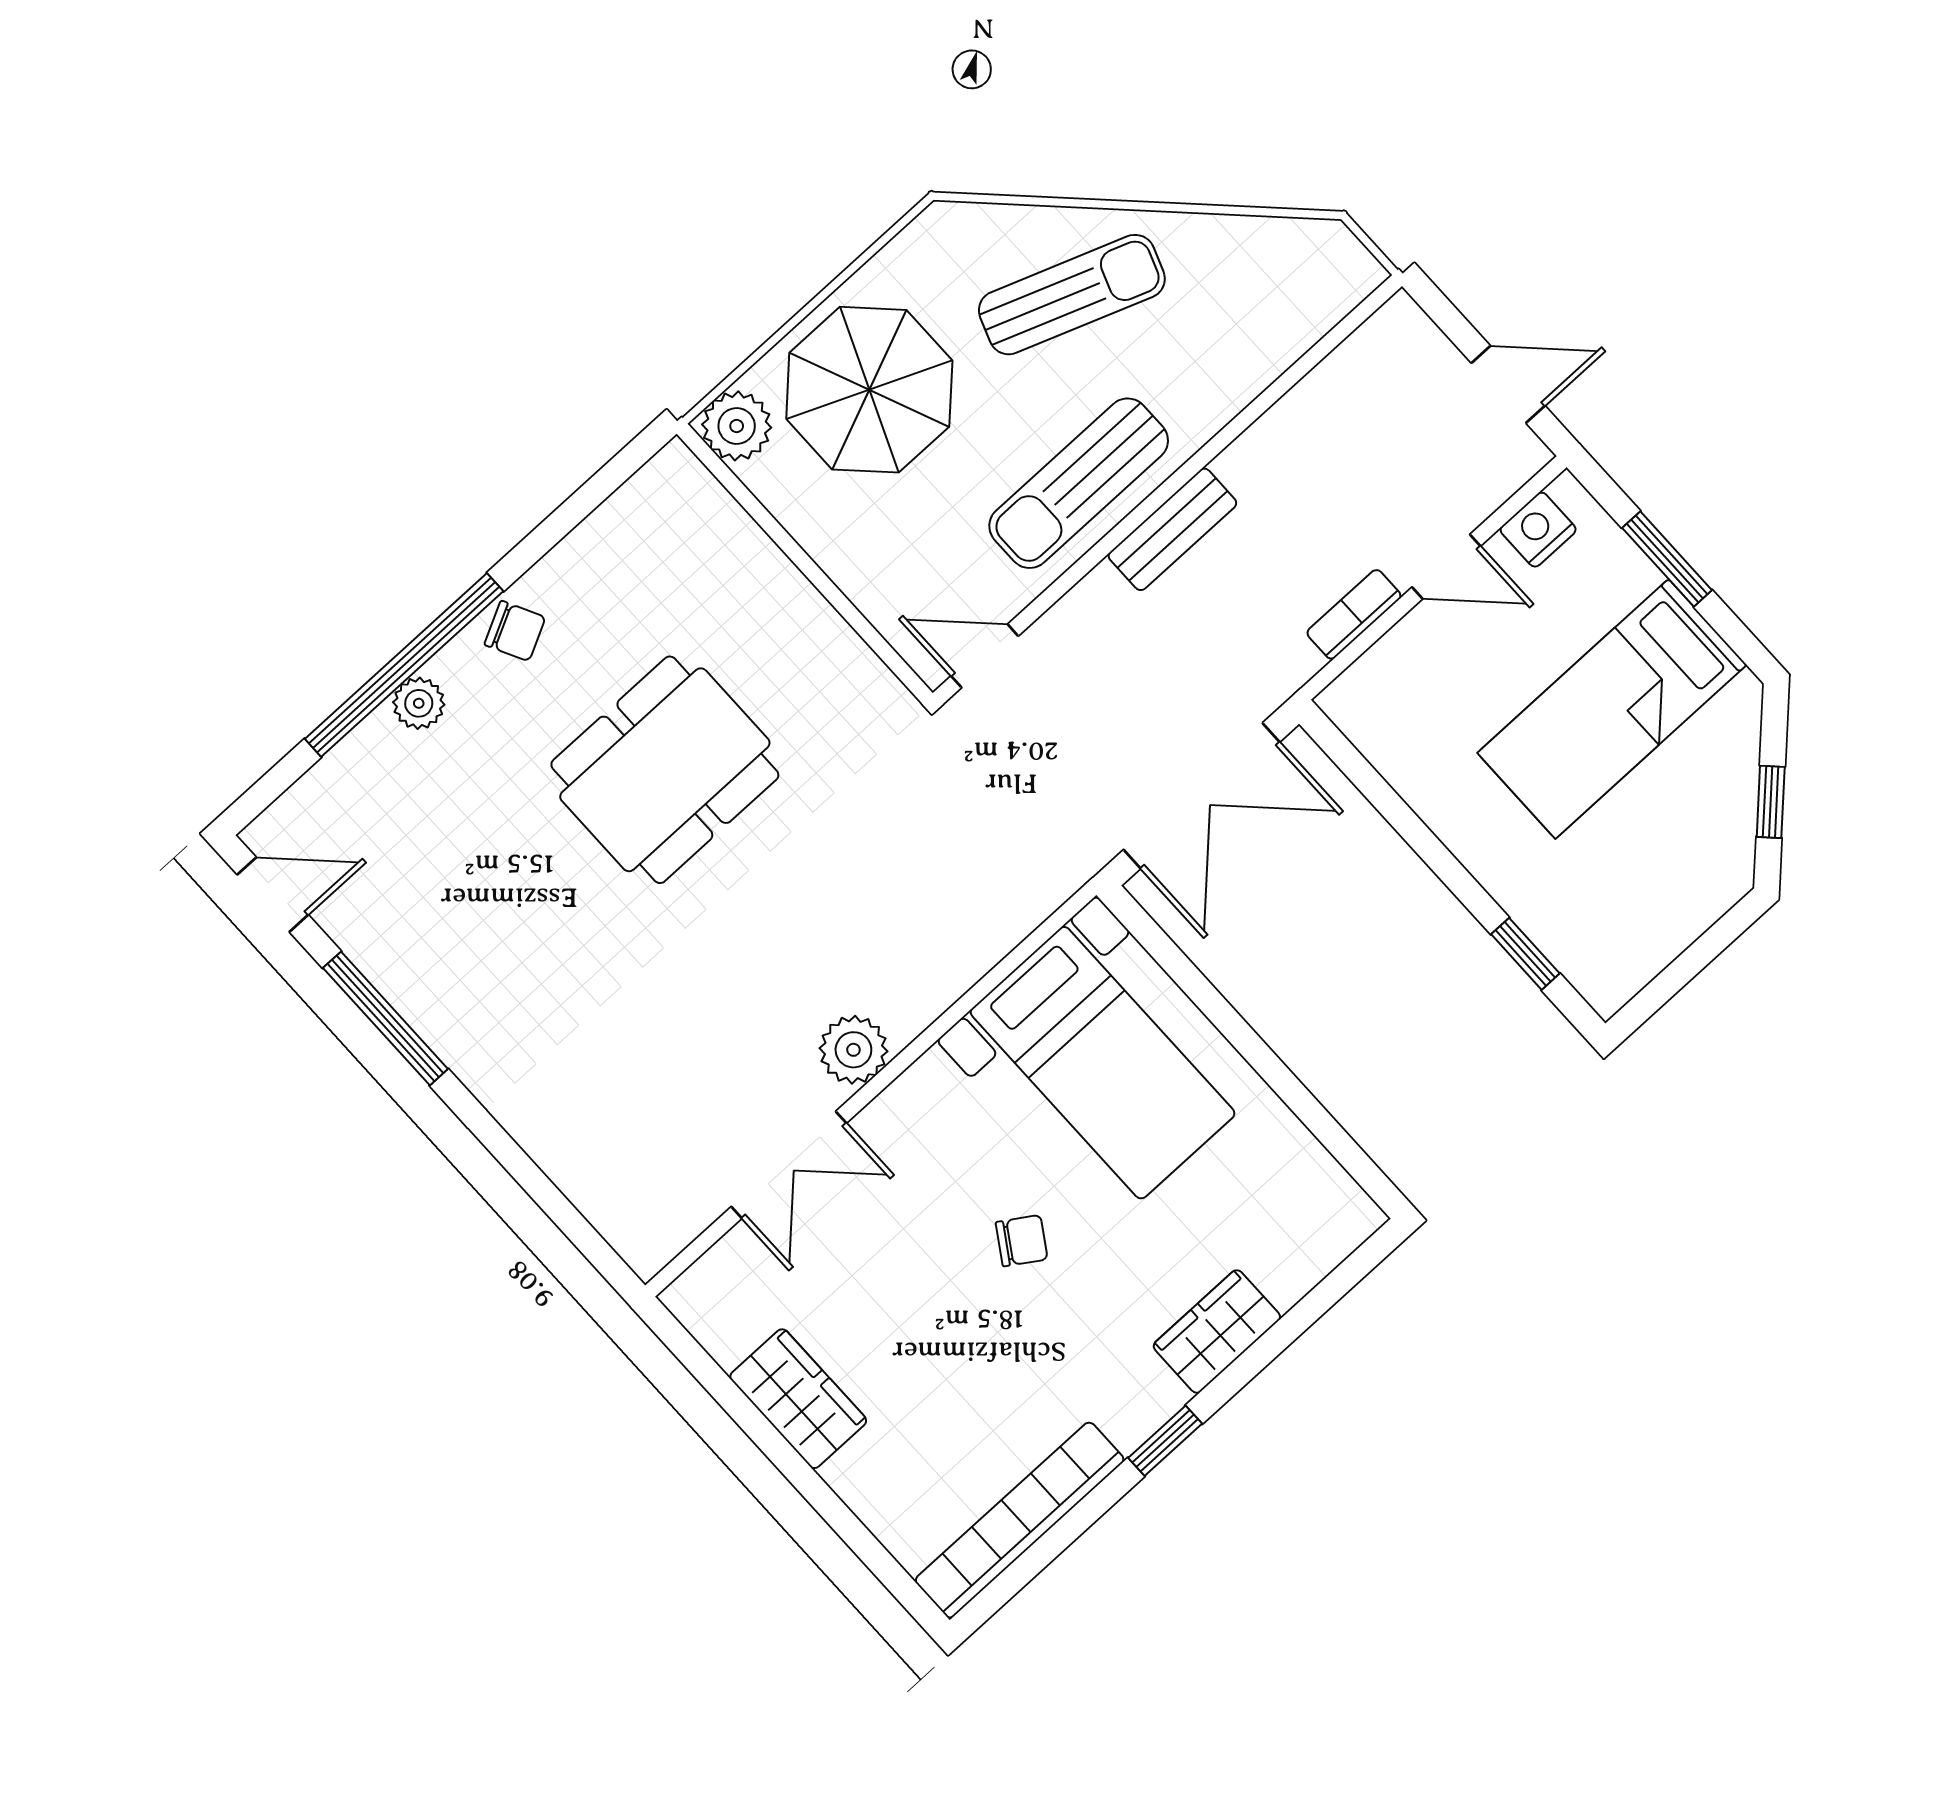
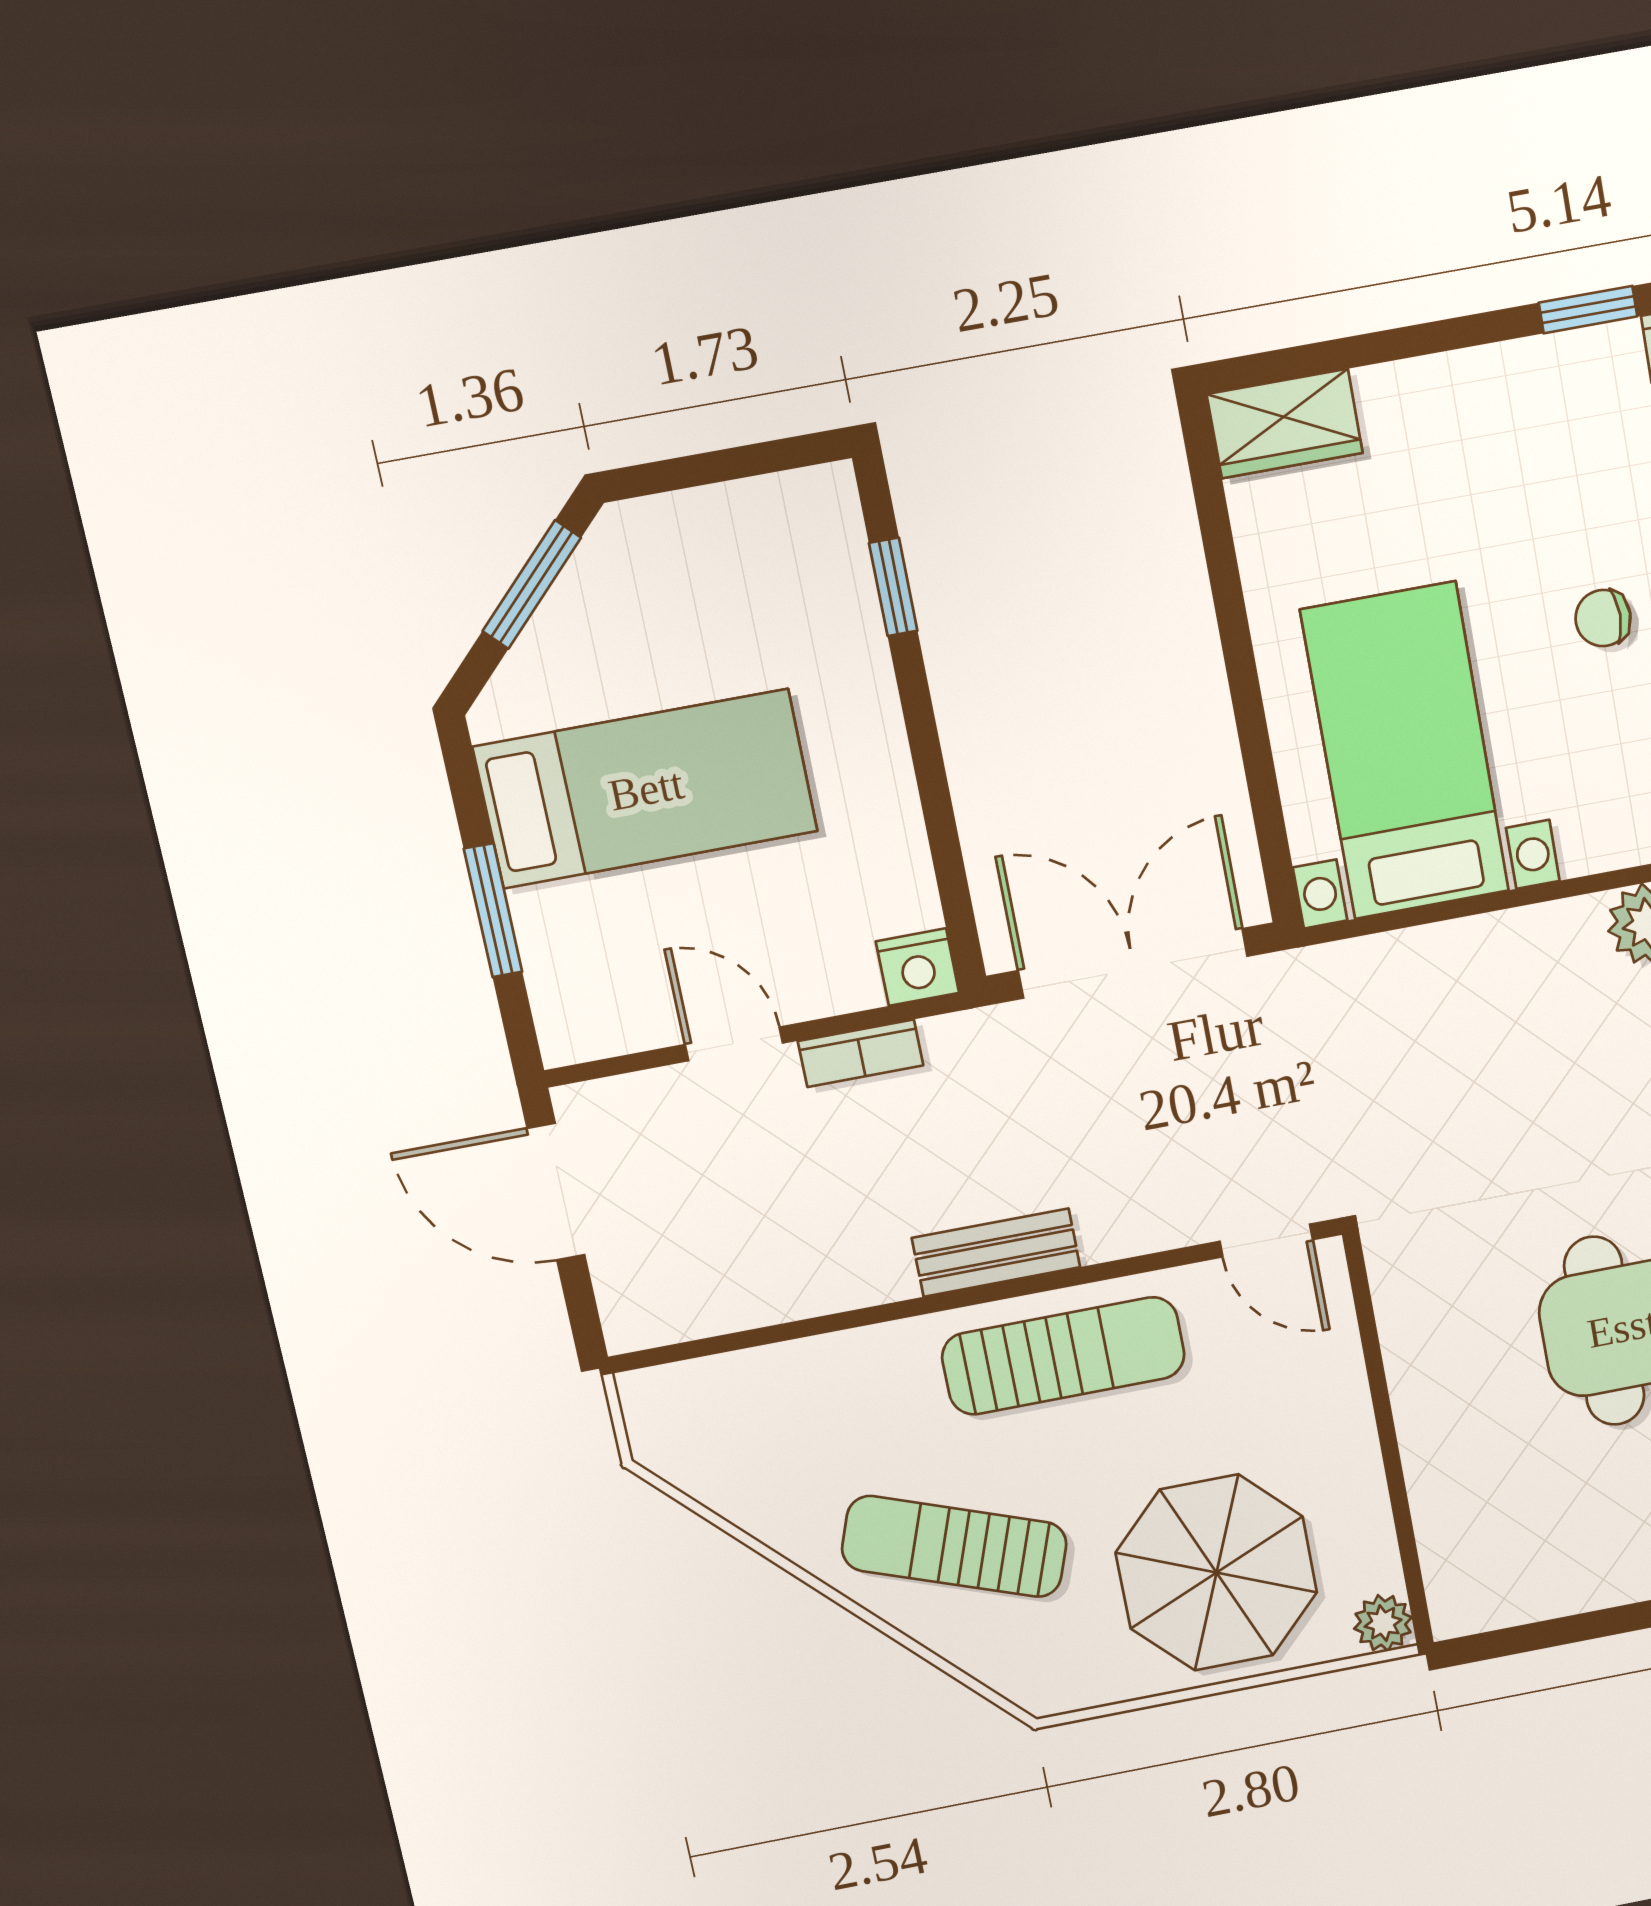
door: (1508, 384) -> (556, 1192), width x1.38
plant: (737, 426) -> (1383, 1623), width x0.73, depth x0.73
nightstand: (1538, 530) -> (917, 967), moved
window: (1771, 802) -> (532, 584), width x1.50
chair: (1022, 1241) -> (1603, 618), turned -33
wardrobe: (1217, 1332) -> (1285, 424), moved

